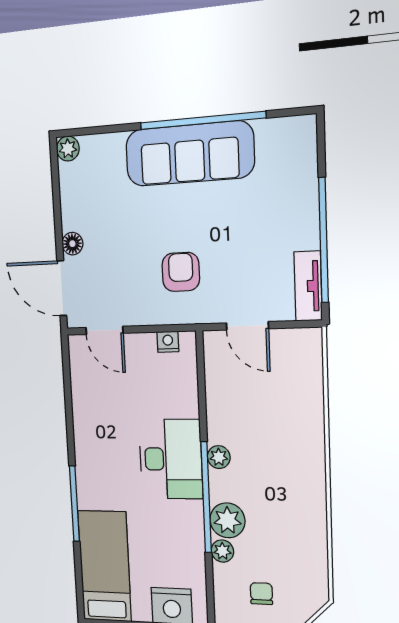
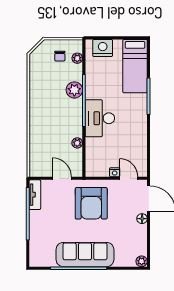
armchair: (181, 272) -> (91, 203), width x1.88, depth x1.88
nightstand: (168, 342) -> (115, 172), moved
plant: (219, 457) -> (77, 143), moved
plant: (222, 551) -> (77, 58), moved

